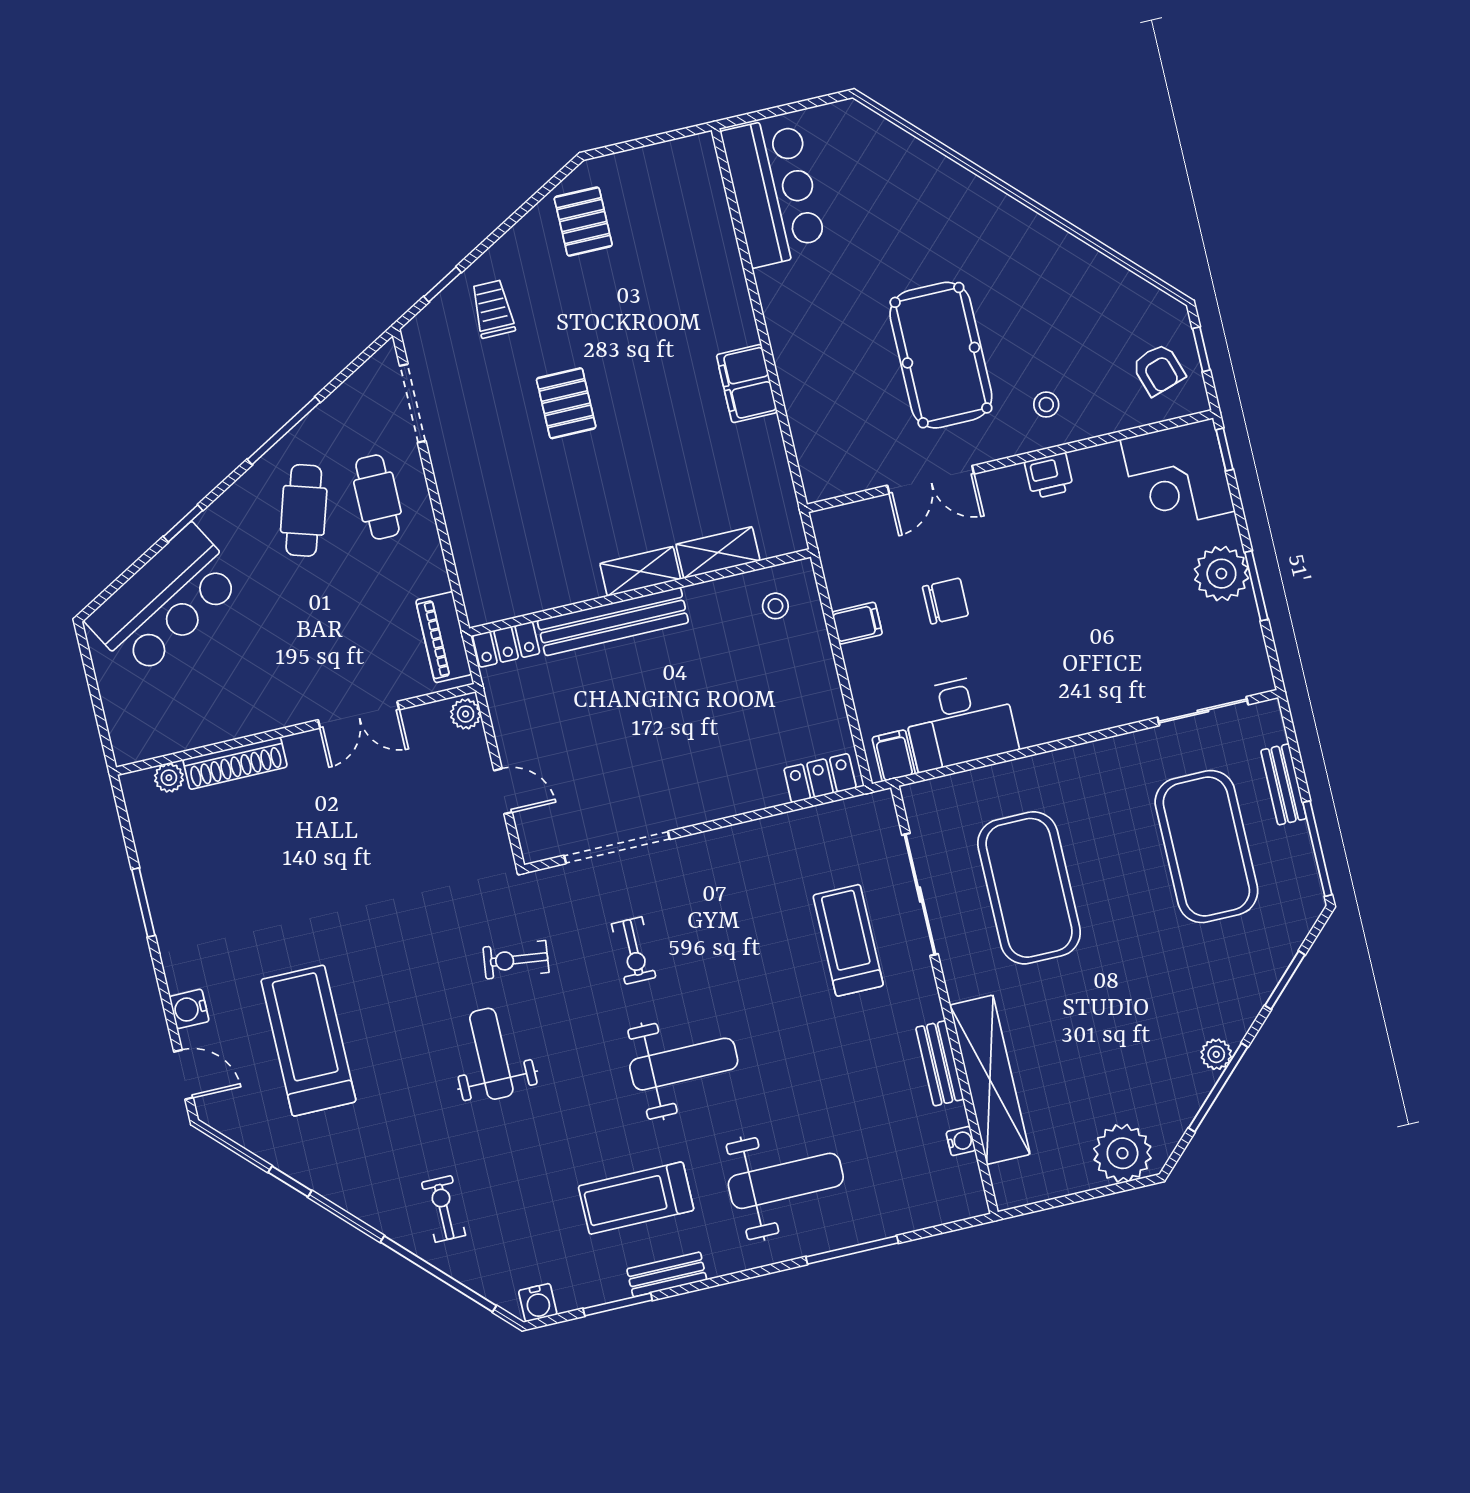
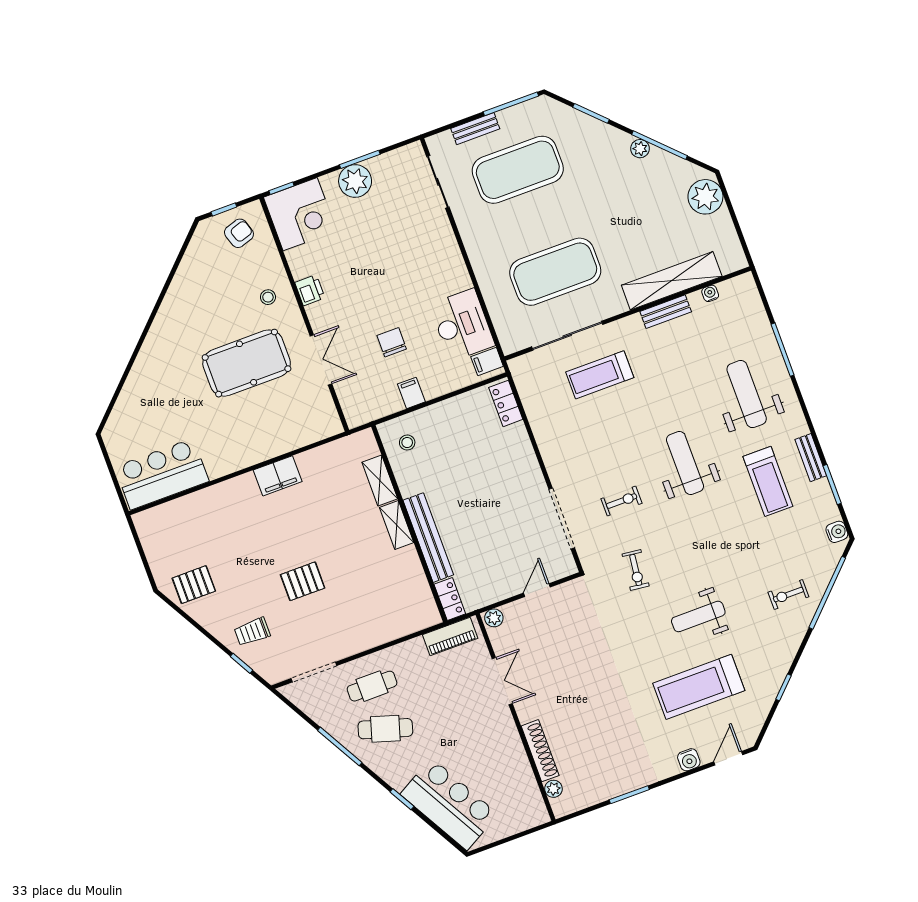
weight bench: (491, 1054) -> (698, 616), moved

